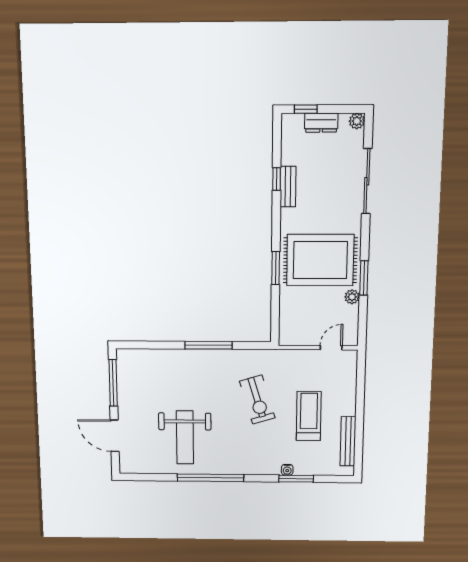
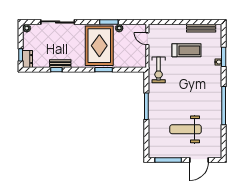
dresser: (321, 123) -> (27, 59), moved
exercise bike: (257, 400) -> (159, 70), moved, turned 107
treadmill: (309, 416) -> (187, 50), turned 180
weight bench: (185, 437) -> (186, 129), moved, turned 180

